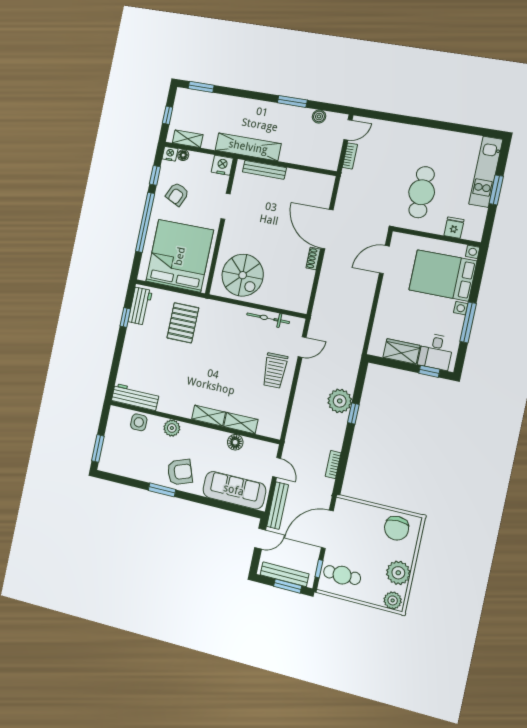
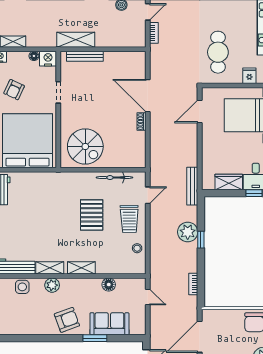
shelving: (248, 147) -> (76, 40), width x0.68
floor lamp: (183, 155) -> (34, 56), moved
pallet: (183, 323) -> (92, 215), moved
stool: (277, 407) -> (137, 248), added
shelving: (241, 423) -> (50, 268), moved
window: (162, 490) -> (95, 338), moved
sofa: (234, 490) -> (109, 324), width x0.73
bench: (277, 506) -> (192, 186), moved

